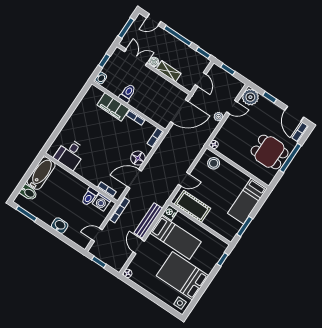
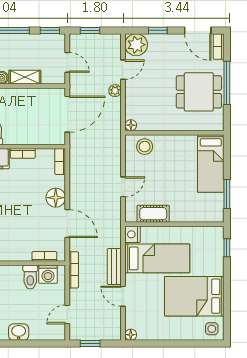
door: (134, 179) -> (67, 224), swing flipped
cot: (192, 206) -> (153, 214), width x0.73, depth x0.75
bench: (148, 221) -> (114, 267), width x0.73

